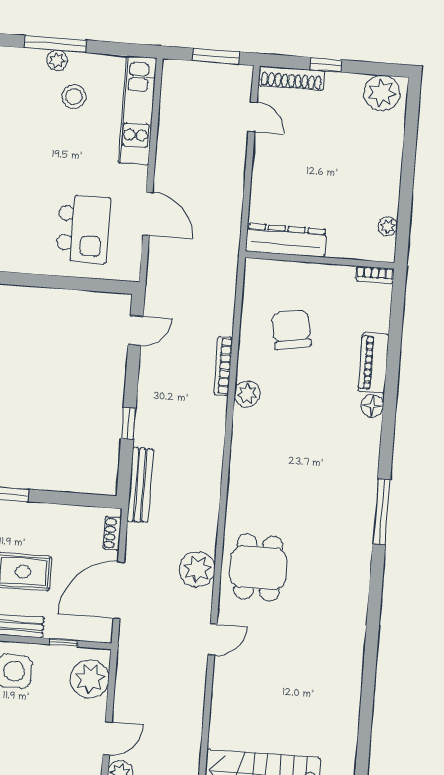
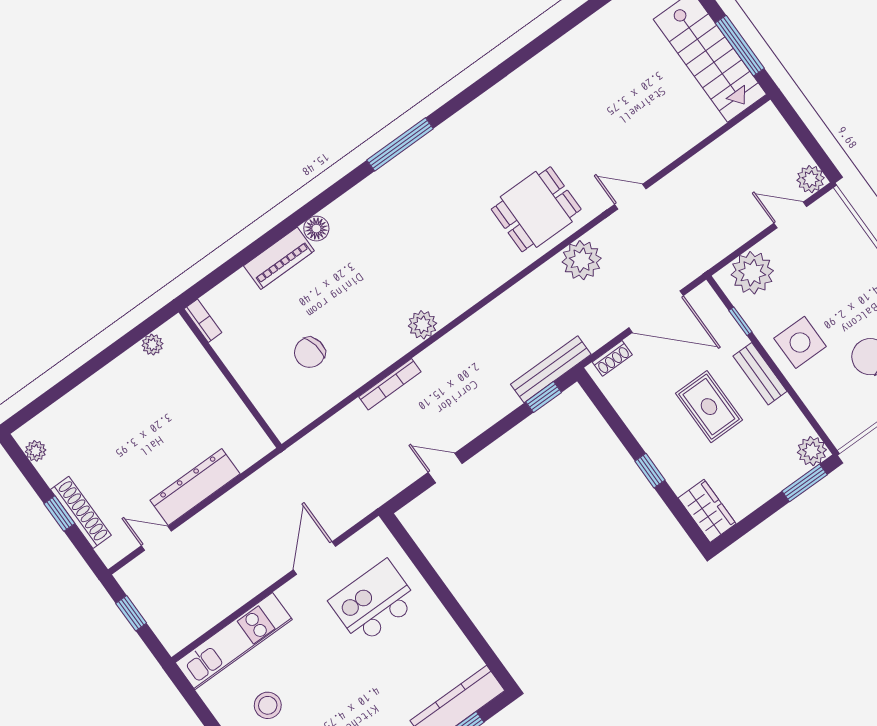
window: (216, 56) -> (131, 613), width x0.67
shoe rack: (291, 78) -> (81, 512), moved
plant: (382, 93) -> (36, 451), width x0.53, depth x0.53
door: (253, 117) -> (156, 538), hinge flipped
dresser: (286, 240) -> (195, 487), moved, turned 90
chair: (291, 329) -> (310, 353), width x0.73, depth x0.73
door: (136, 331) -> (445, 468), moved
plant: (247, 394) -> (422, 325), moved
window: (128, 423) -> (544, 397), moved

